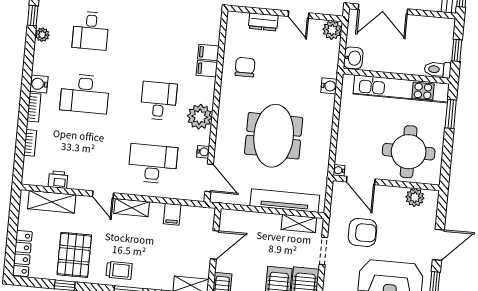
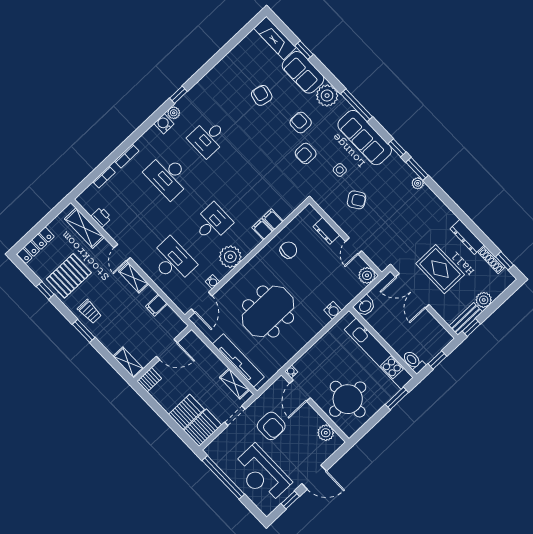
water cooler: (39, 84) -> (164, 124), moved

